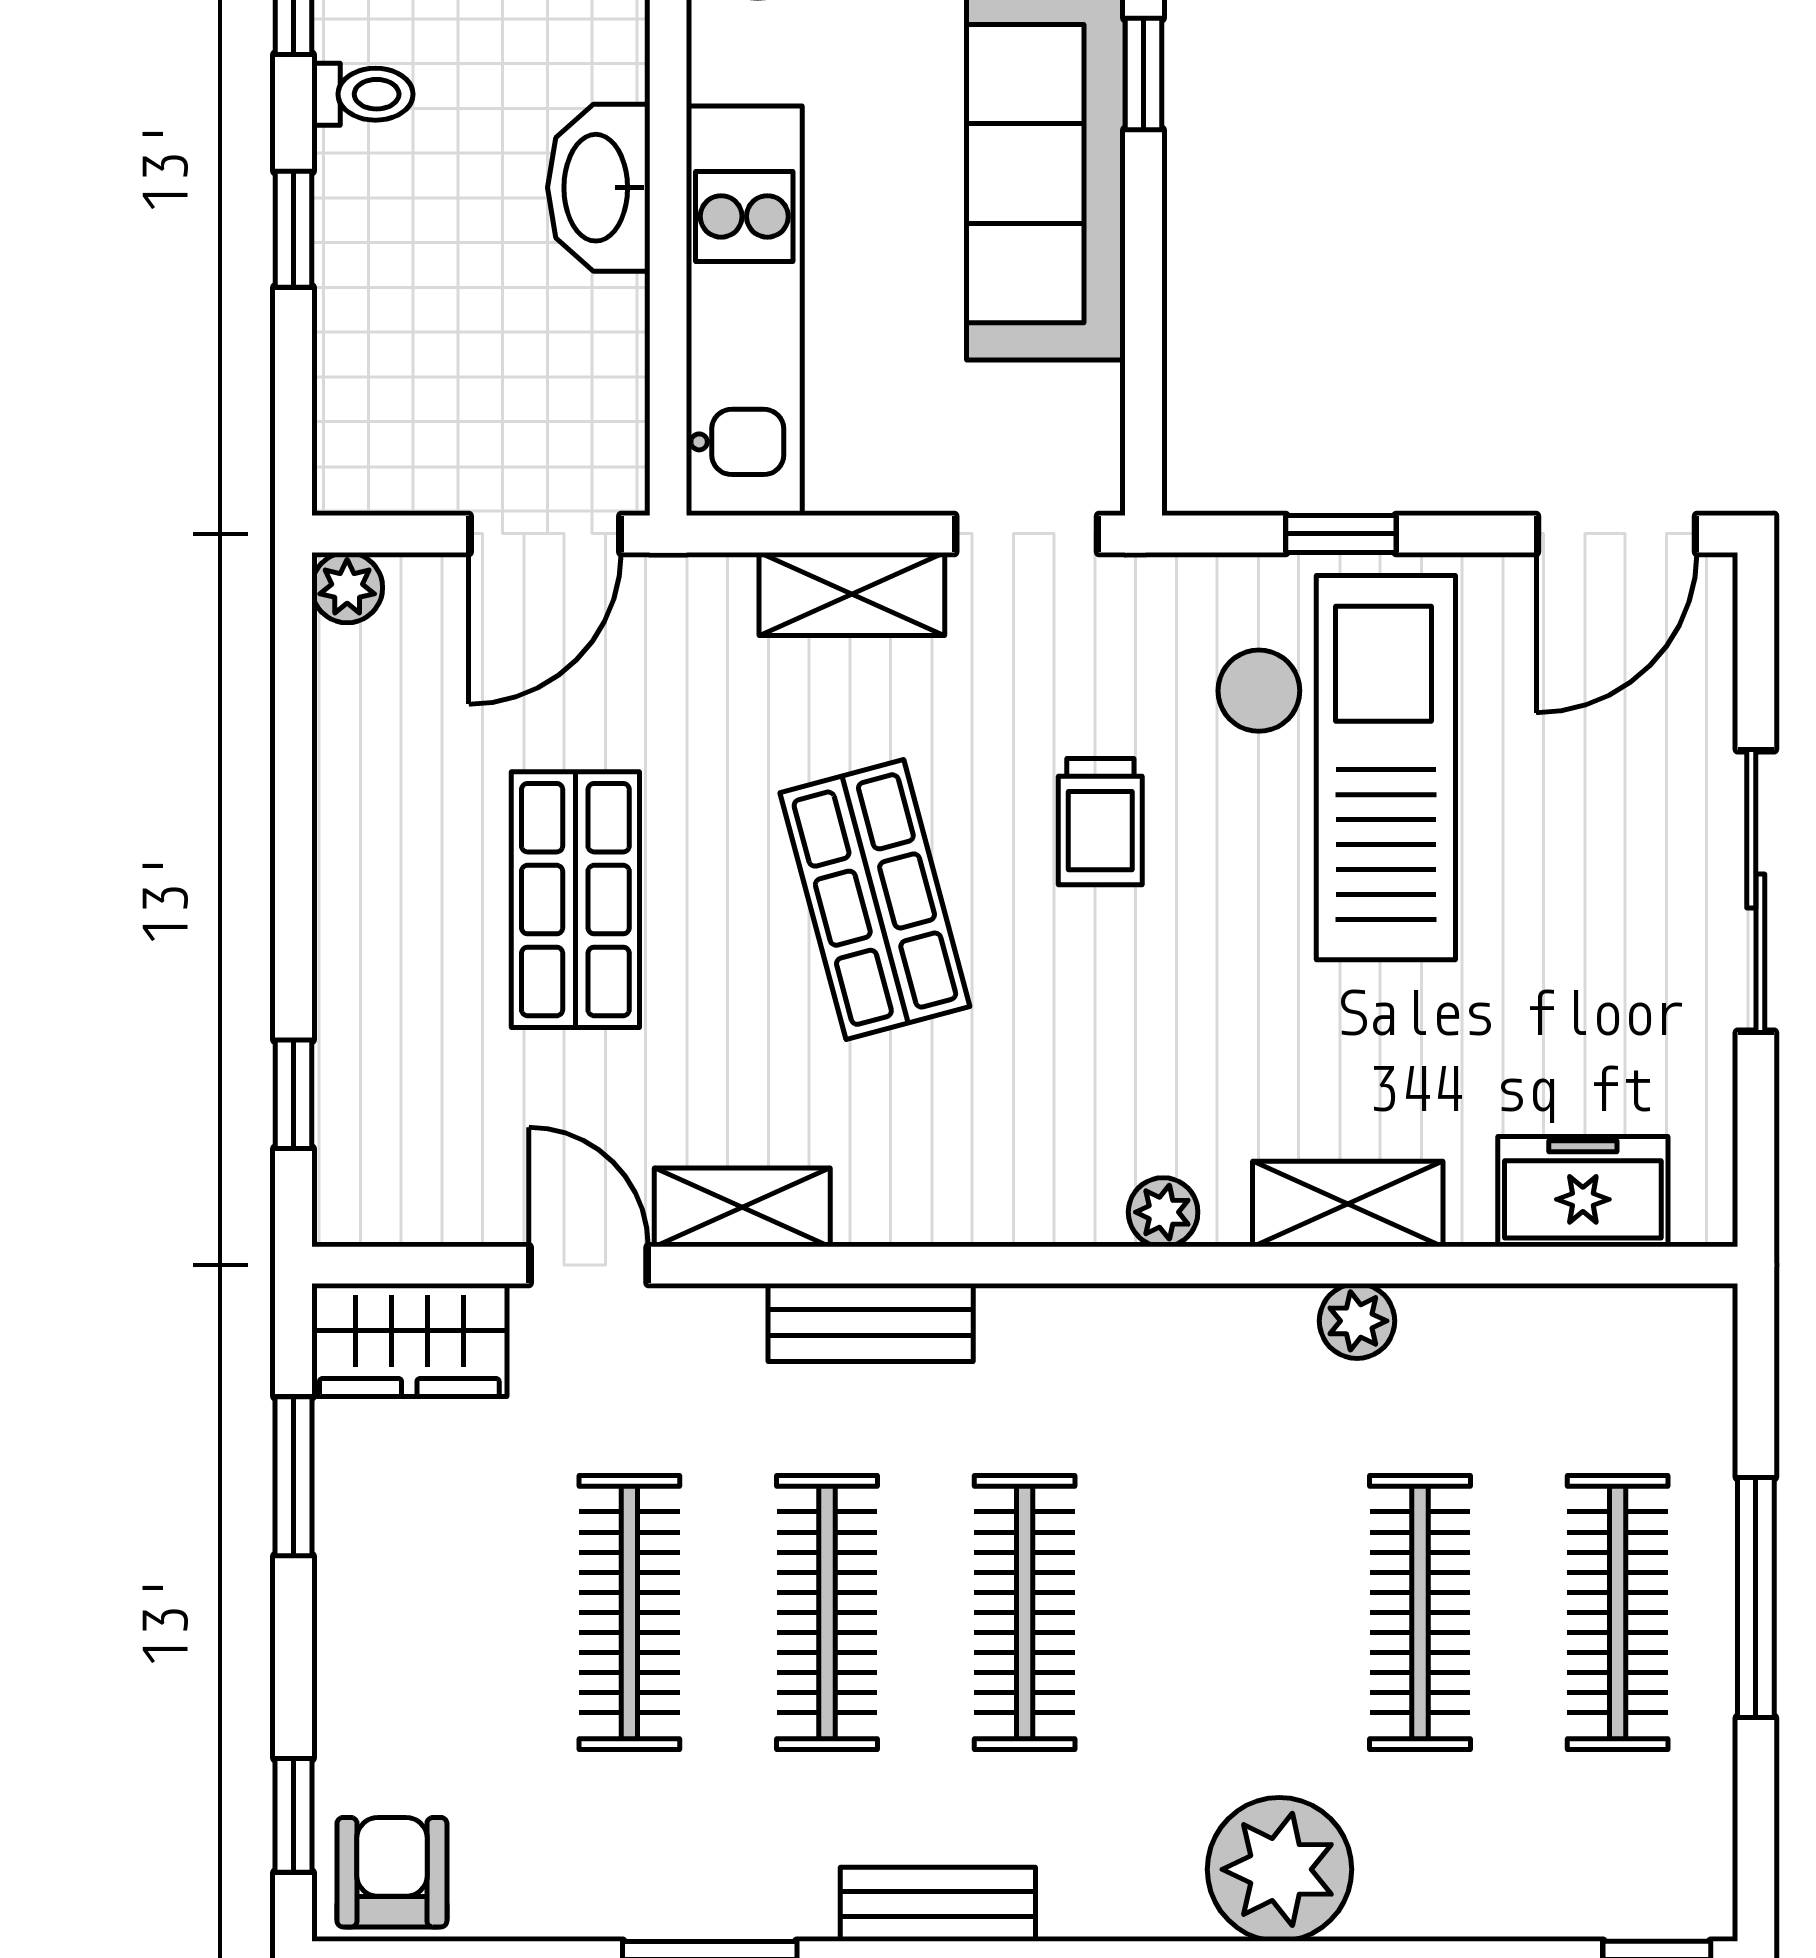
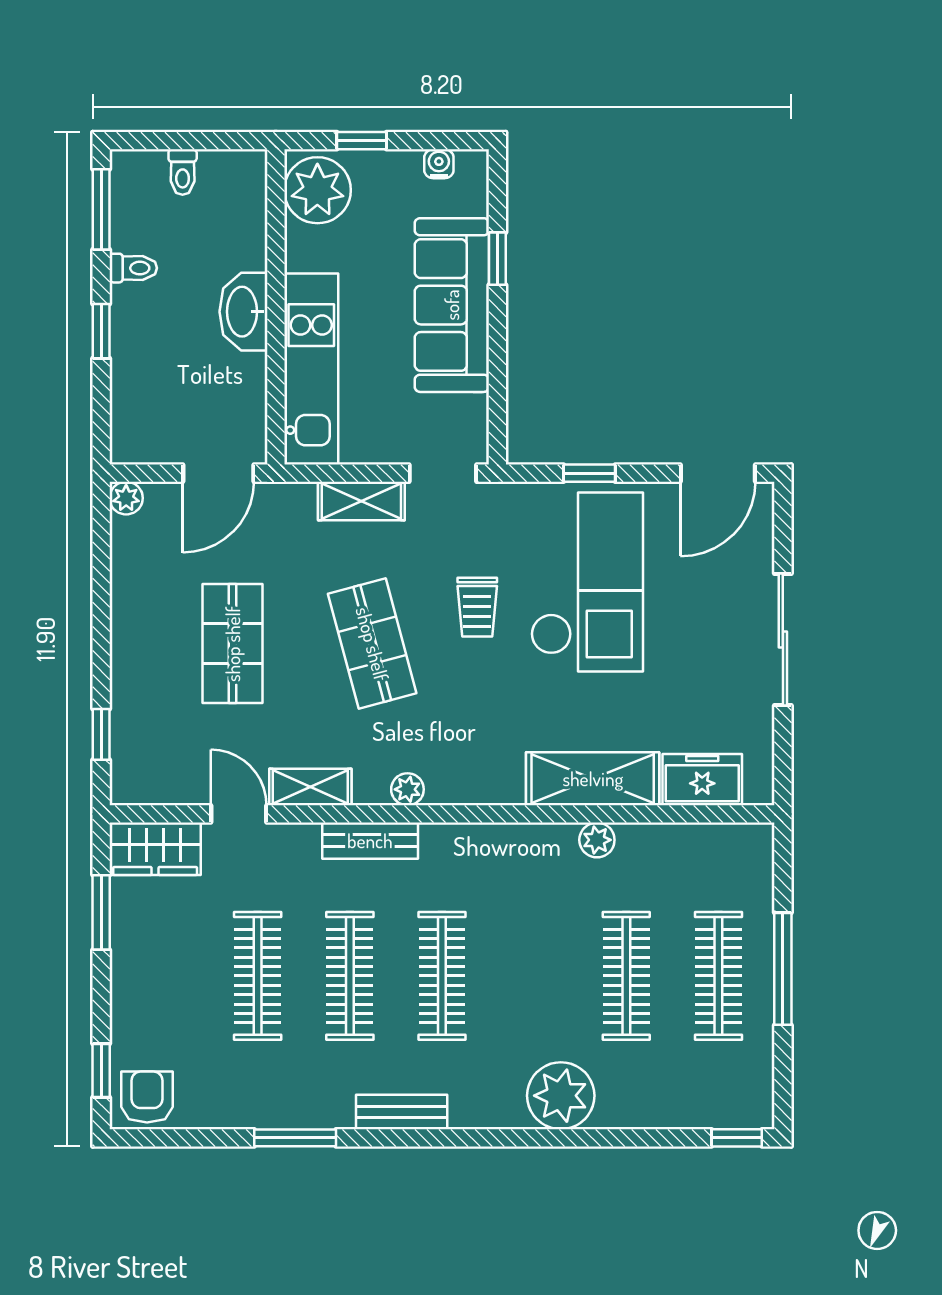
shelving: (1348, 1204) -> (593, 779), width x1.50, depth x1.33
plant: (1163, 1212) -> (407, 789), moved

